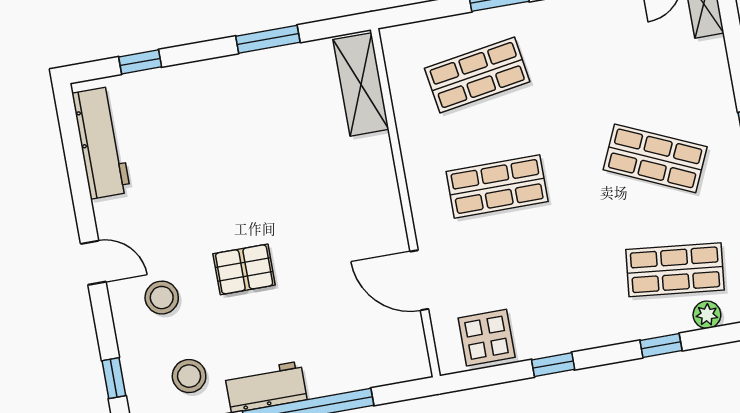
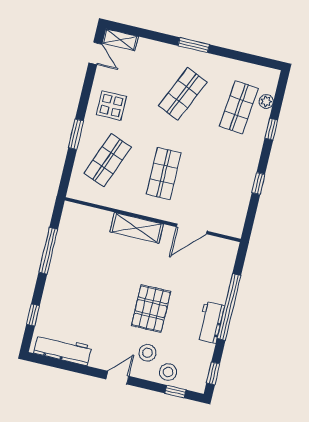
window: (268, 39) -> (48, 251), width x1.44
shop shelf: (477, 75) -> (108, 160), turned 30
shelving: (361, 84) -> (137, 228), moved
pallet: (244, 269) -> (151, 309), width x1.50, depth x1.42
display table: (487, 338) -> (111, 106), moved
stool: (189, 376) -> (168, 372), moved

